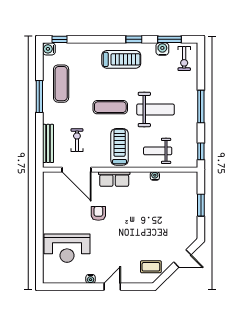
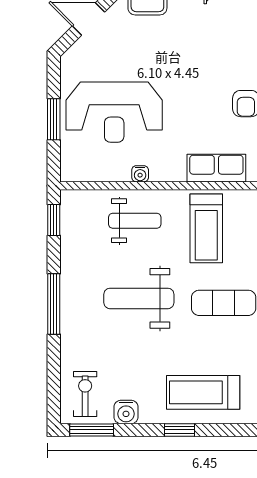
window: (169, 39) -> (92, 430), moved
reception desk: (169, 209) -> (114, 112), added

